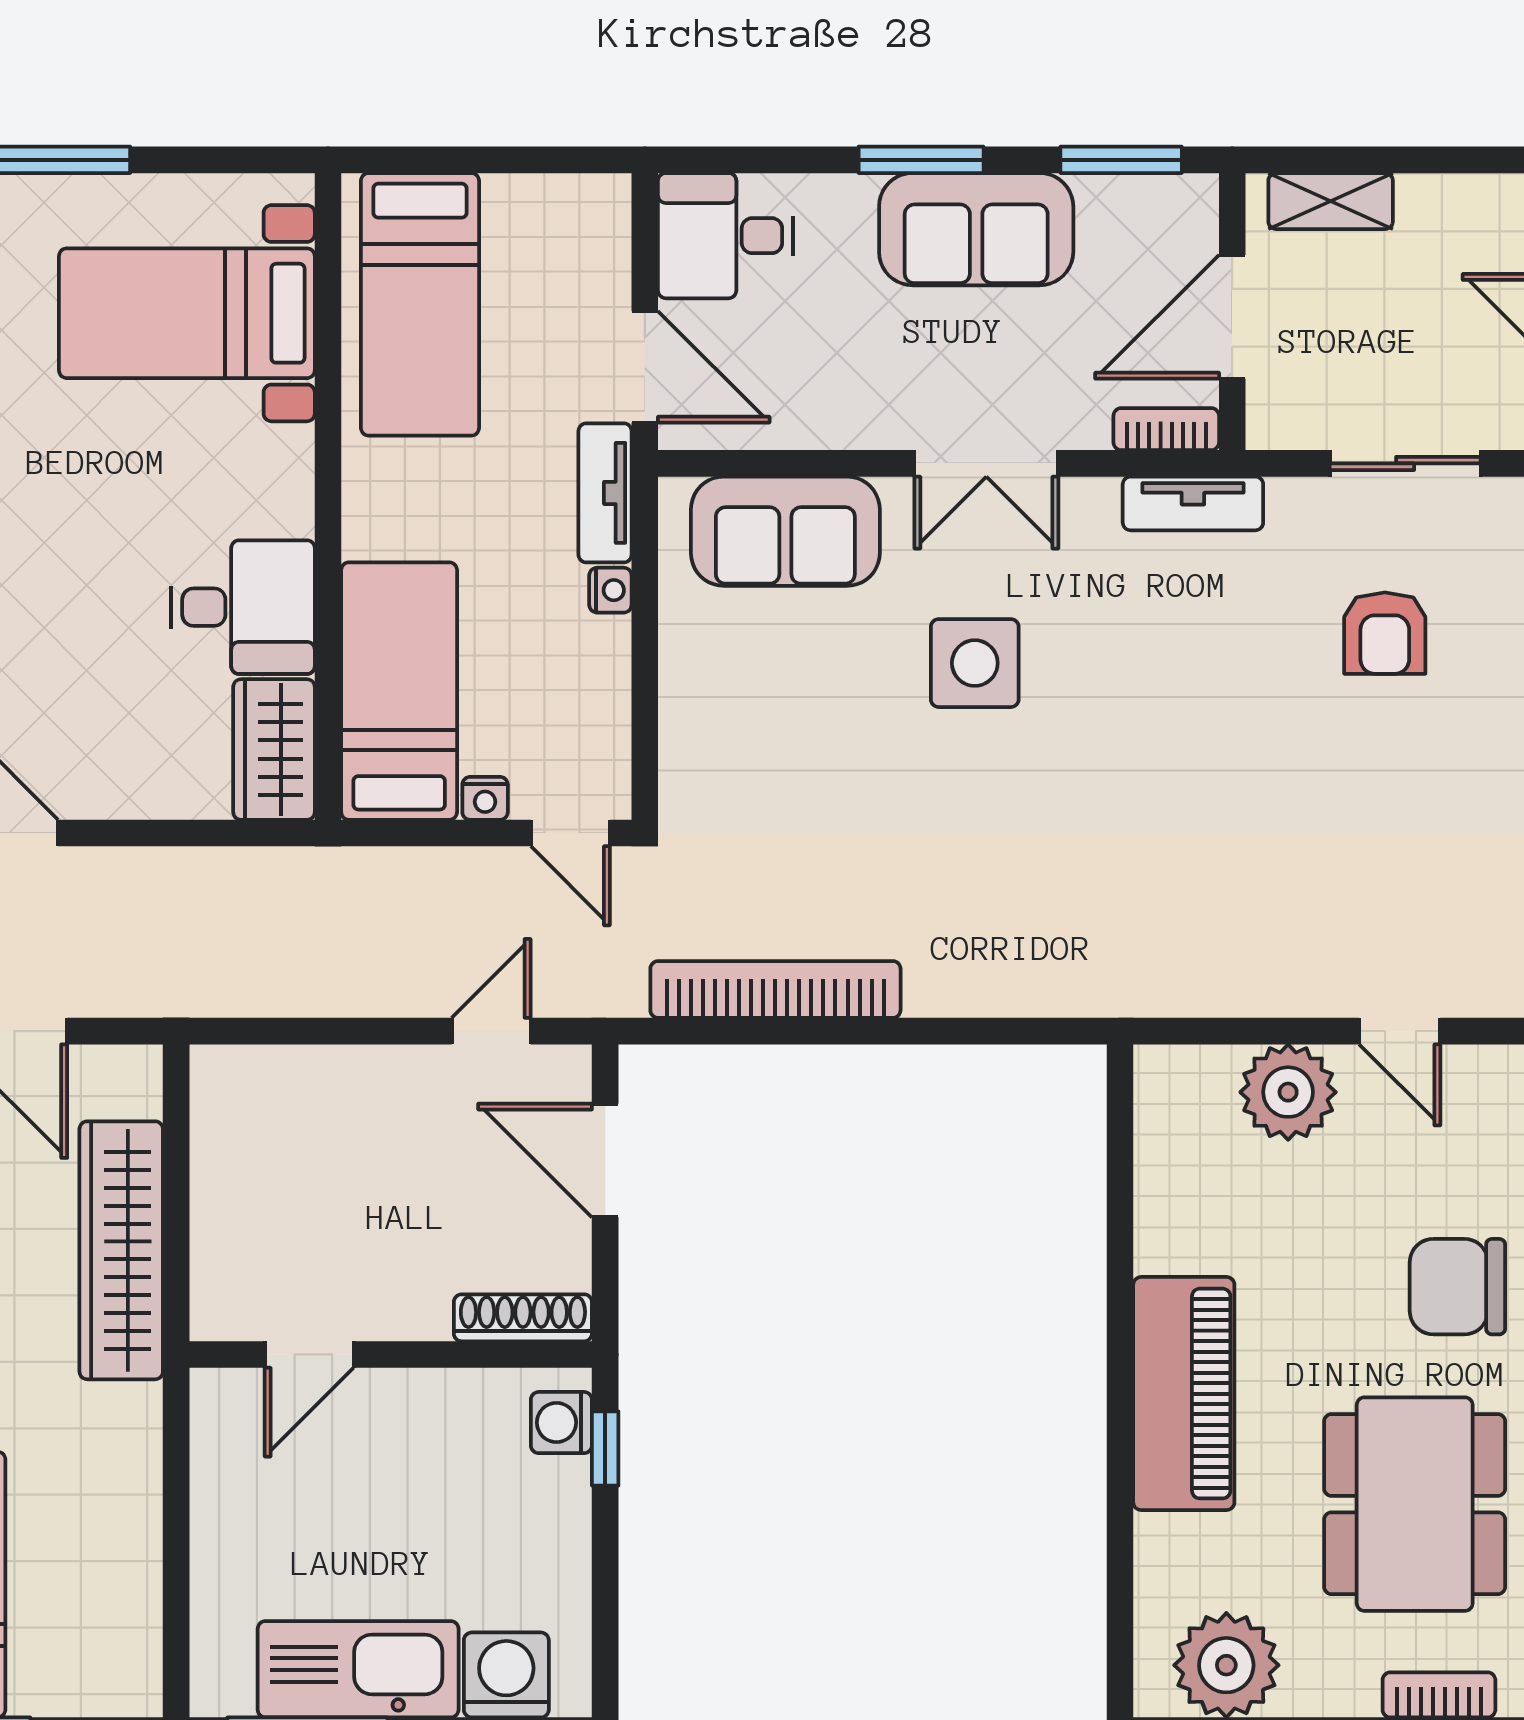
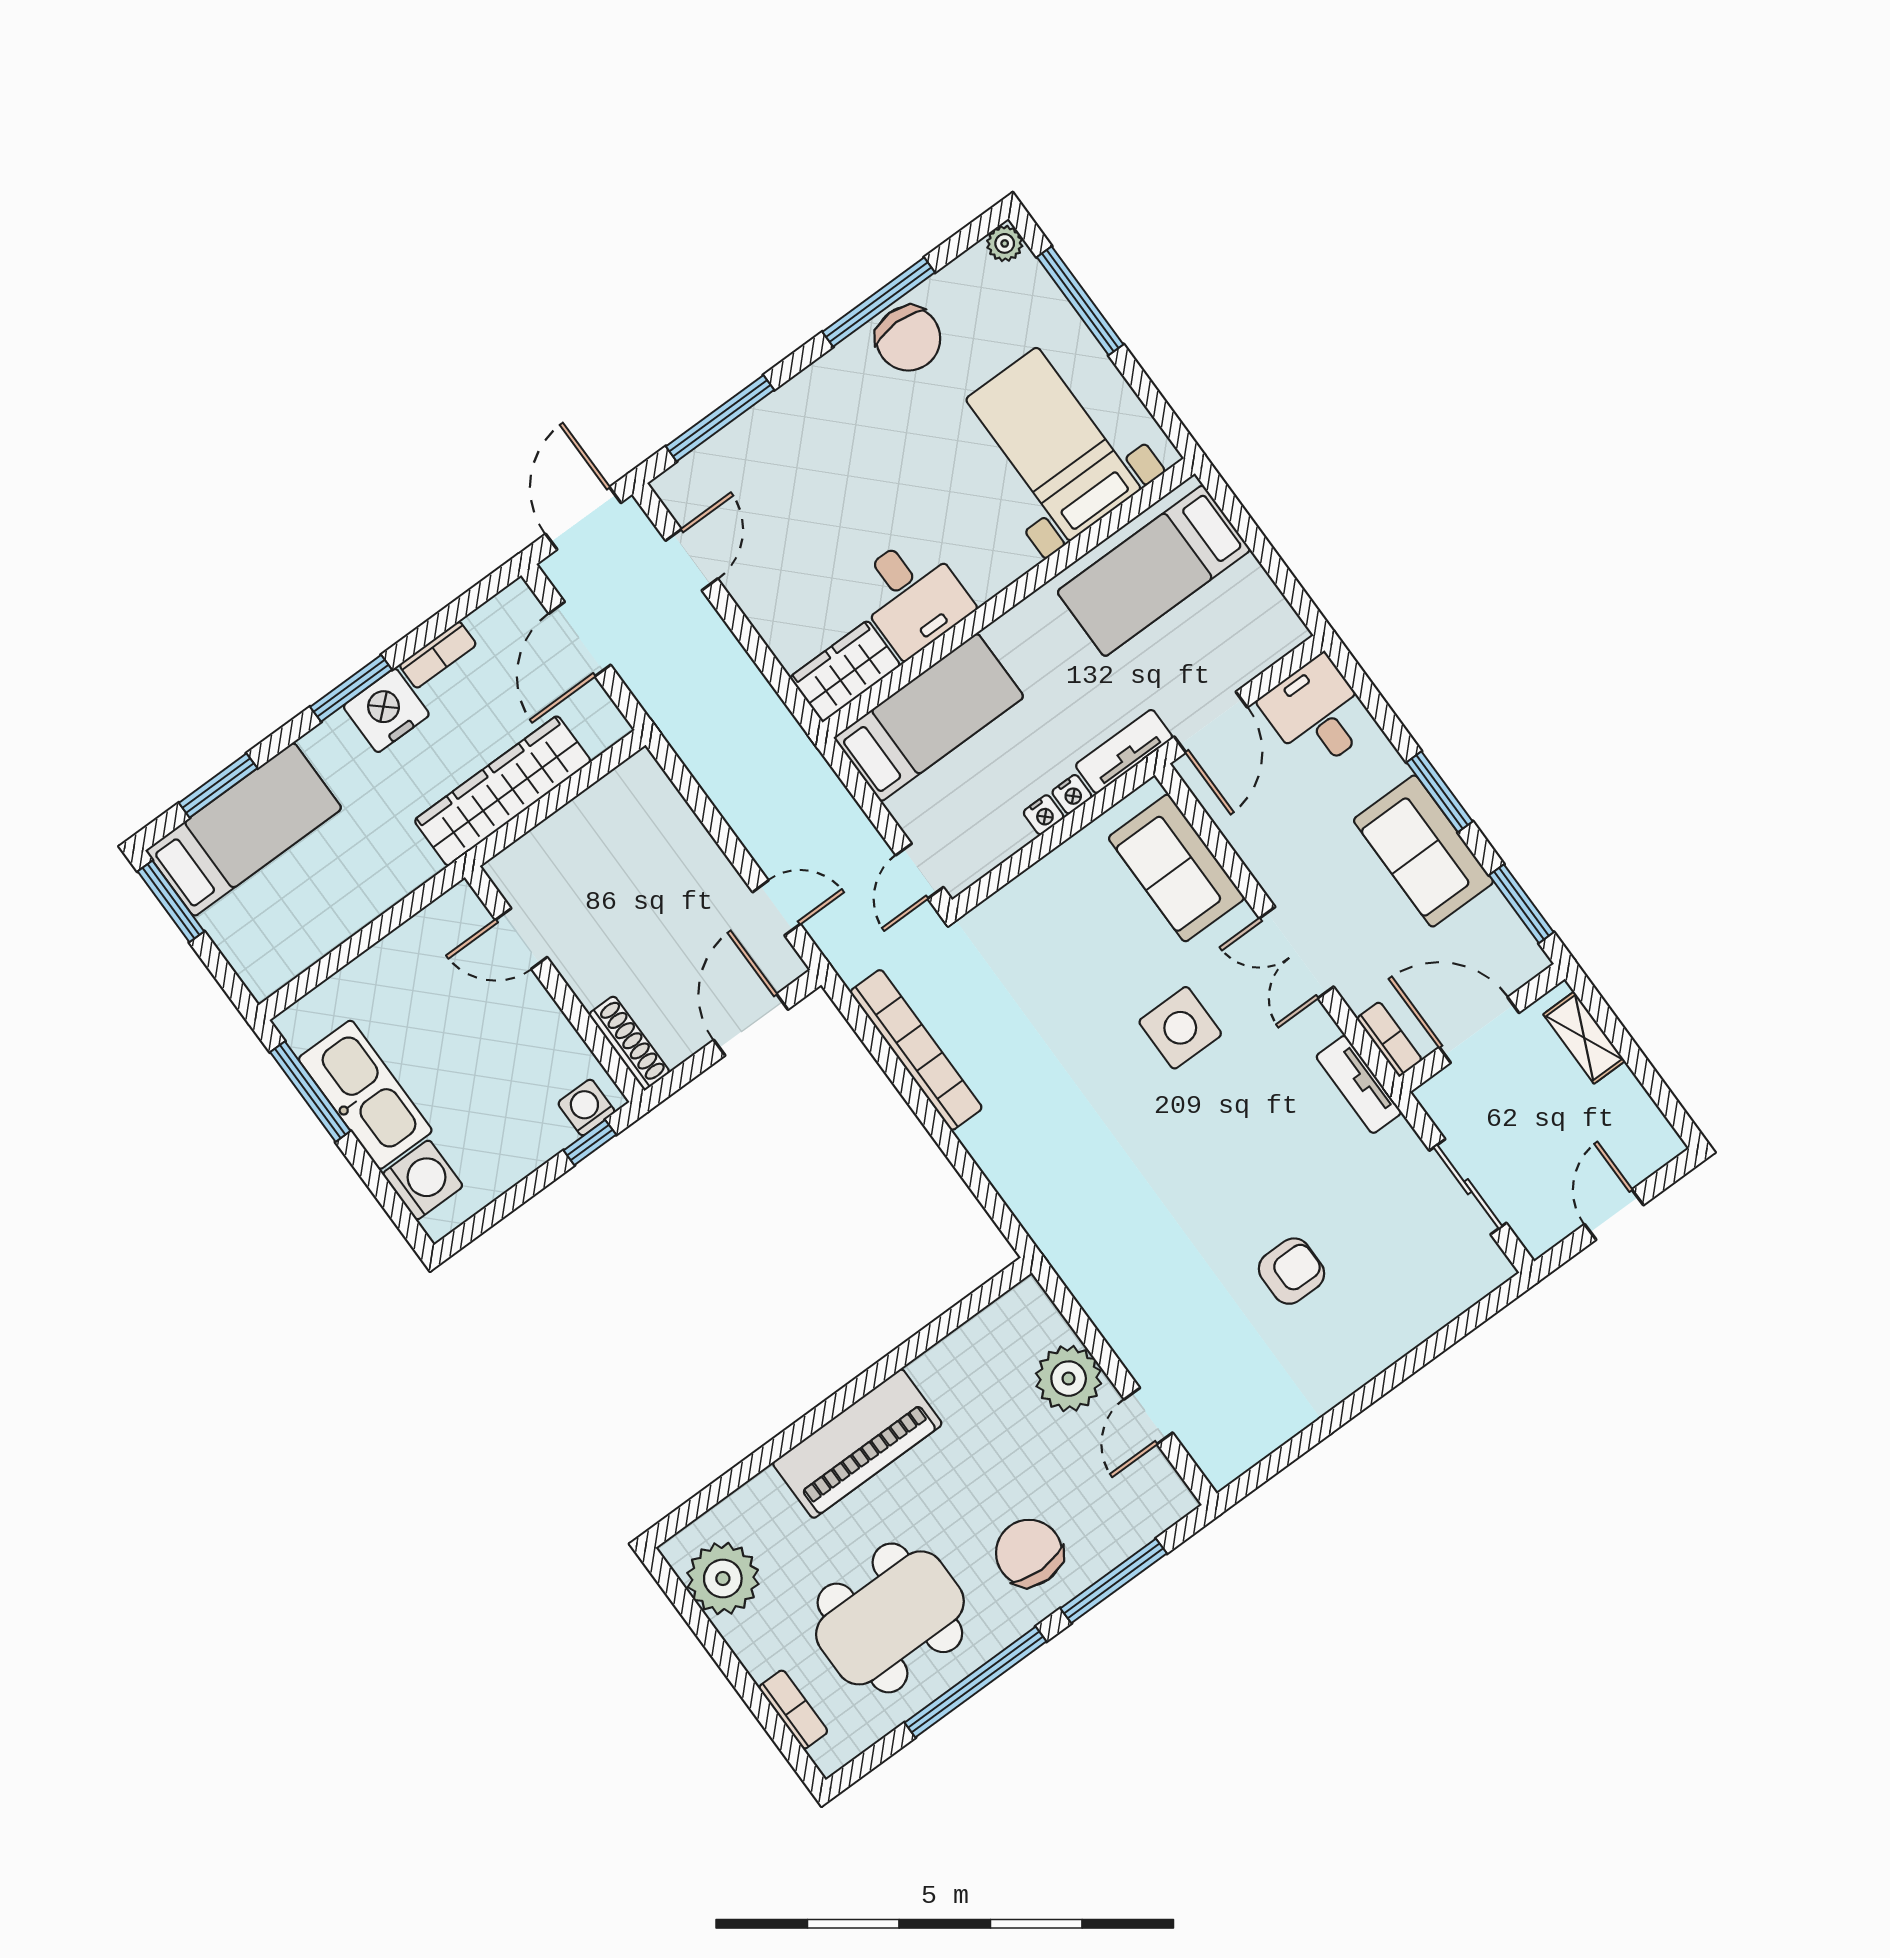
armchair: (1385, 633) -> (1292, 1271), moved, turned 180
nightstand: (485, 798) -> (1044, 815), moved, turned -90

